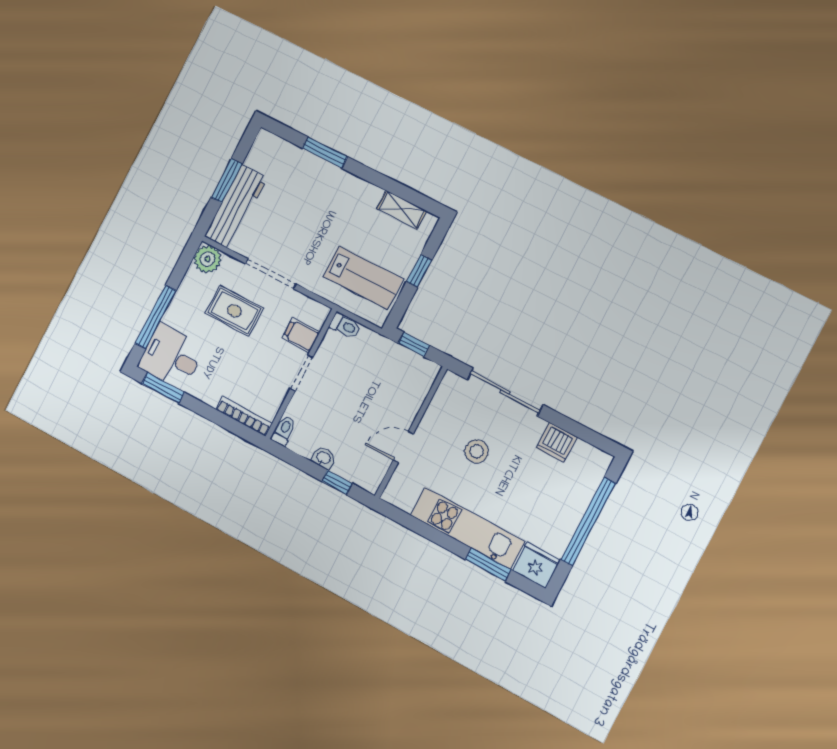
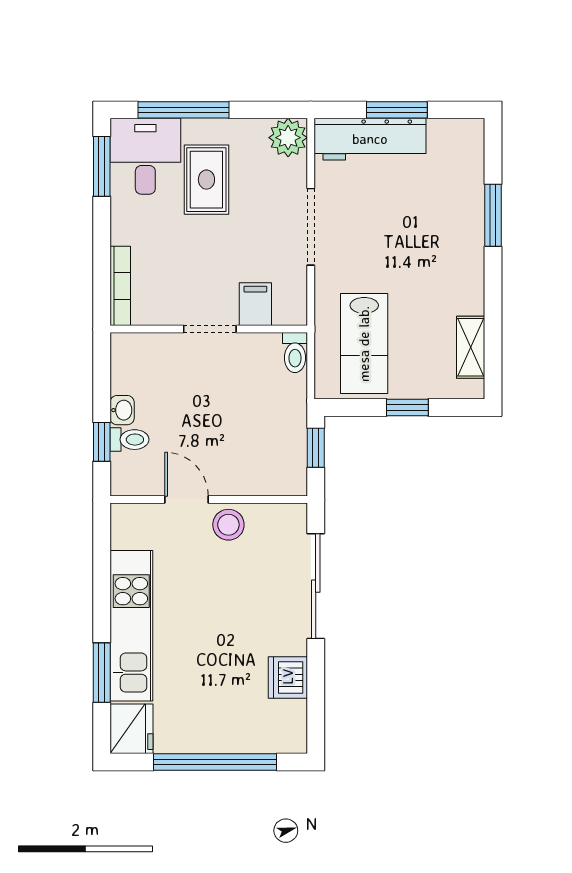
rug: (234, 311) -> (206, 180), moved
toilet: (284, 430) -> (129, 440), moved
stool: (477, 451) -> (228, 525), moved

